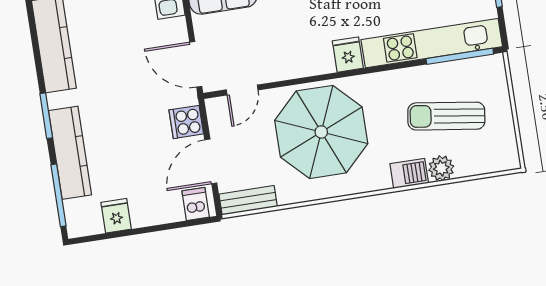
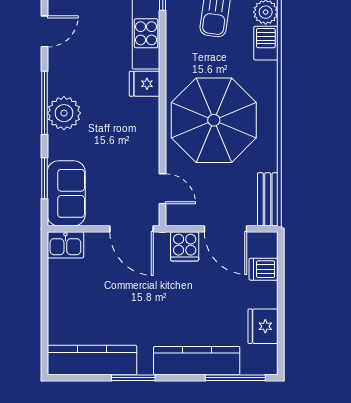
door: (196, 64) -> (131, 229), hinge flipped
window: (46, 116) -> (133, 378), moved
dishwasher: (196, 204) -> (264, 269), moved
fridge: (116, 216) -> (263, 326), width x1.38

